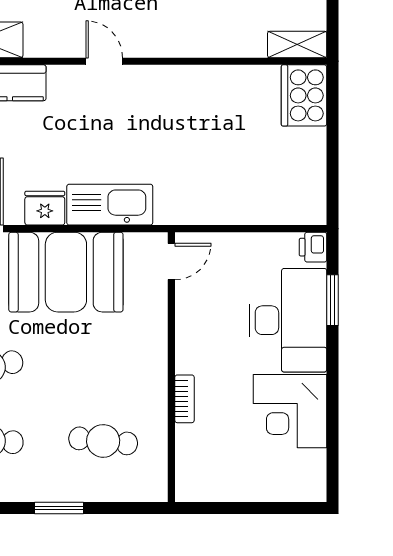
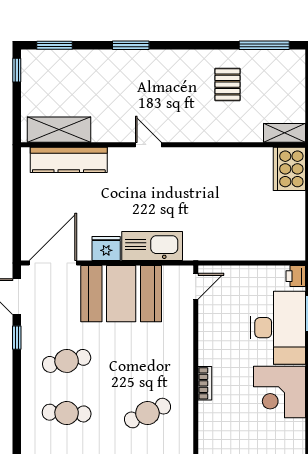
cafe table: (103, 441) -> (147, 413), turned -30

